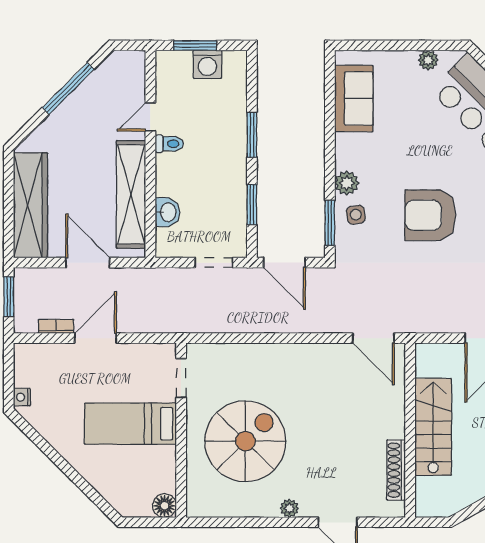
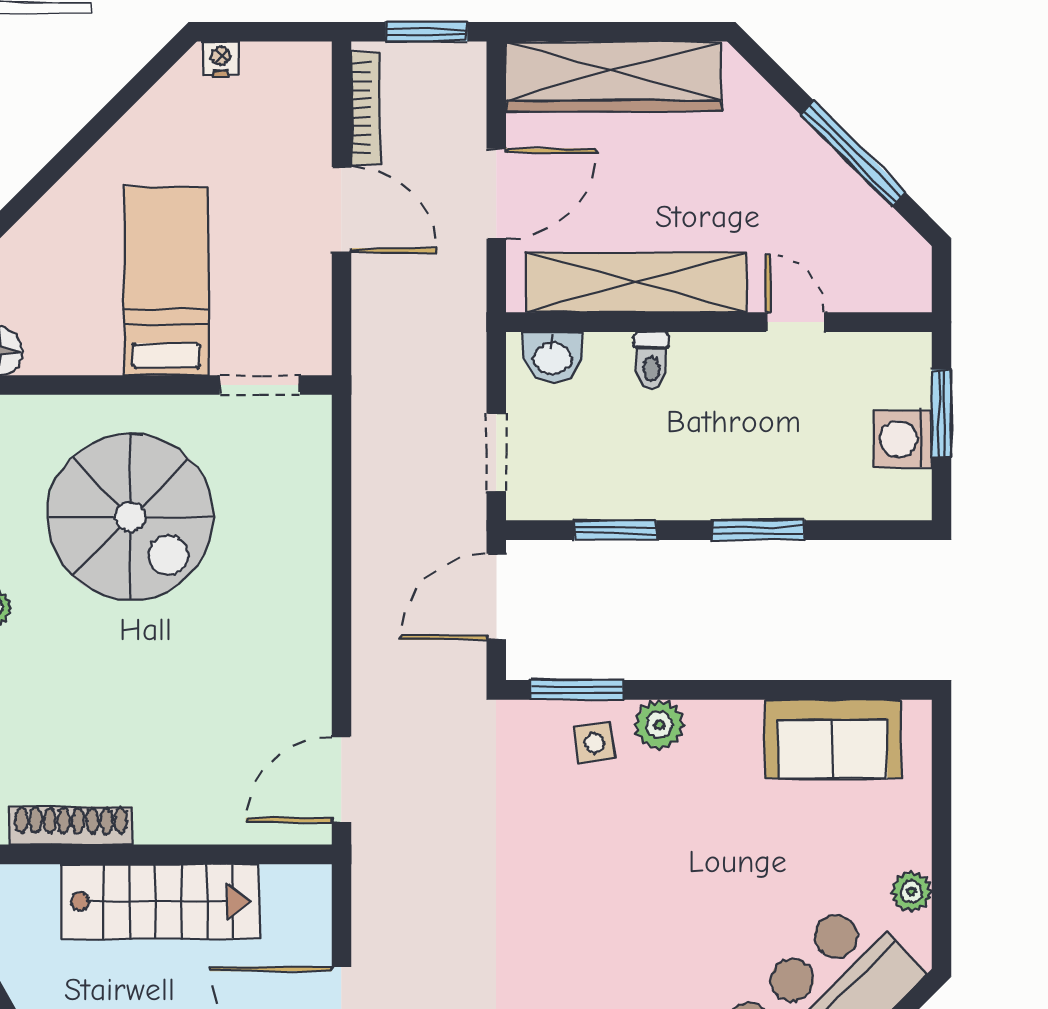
toilet: (169, 144) -> (651, 361), moved
washbasin: (167, 212) -> (553, 357), moved
armchair: (430, 215) -> (593, 896), removed
bookcase: (56, 326) -> (366, 108), width x1.56

